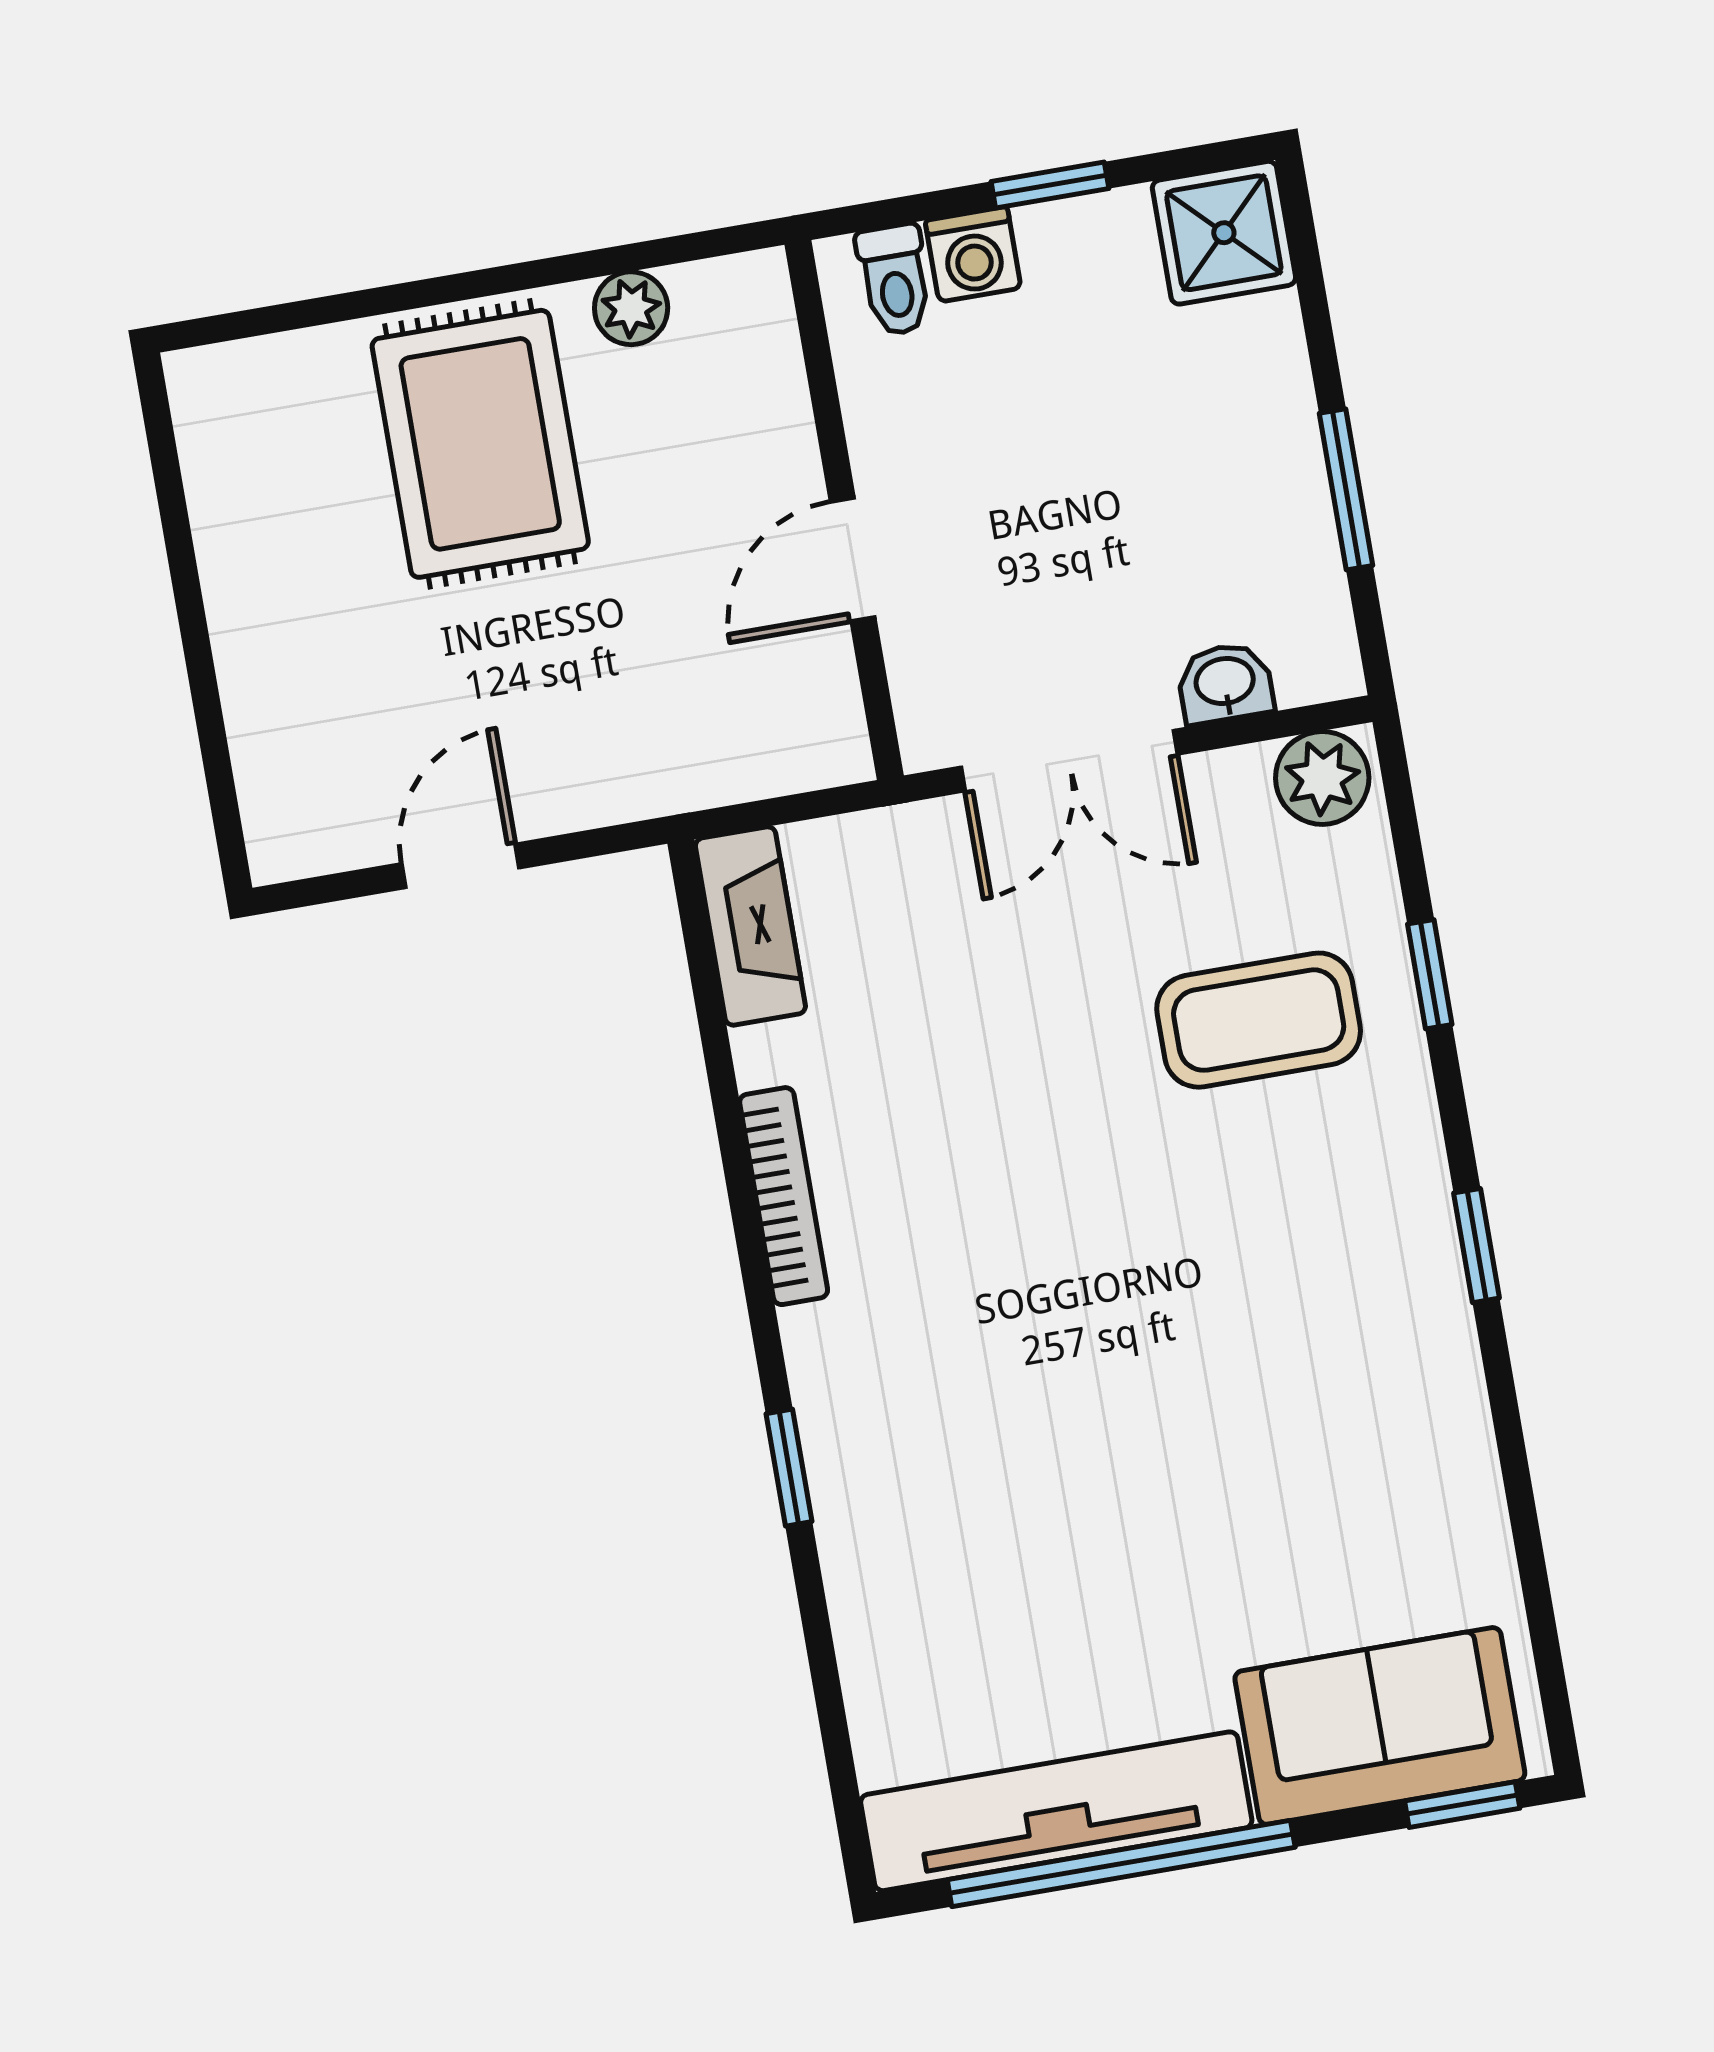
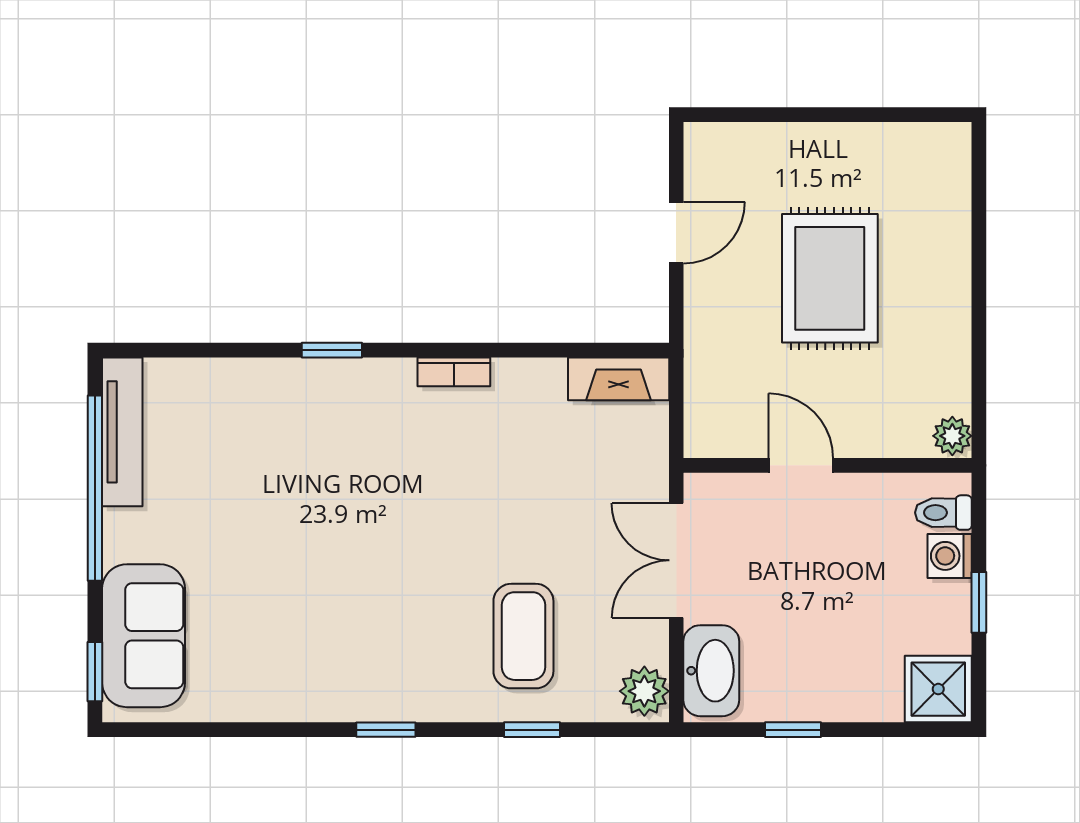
plant: (631, 308) -> (952, 436), moved
rug: (480, 444) -> (830, 278), moved, turned 90
window: (1346, 489) -> (793, 730), width x0.67
washbasin: (1225, 683) -> (711, 671), width x1.91, depth x1.45
door: (461, 866) -> (676, 233), hinge flipped
bookcase: (784, 1196) -> (454, 372), width x0.64
tv unit: (1056, 1811) -> (122, 432), width x0.73, depth x0.78

